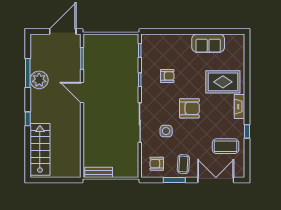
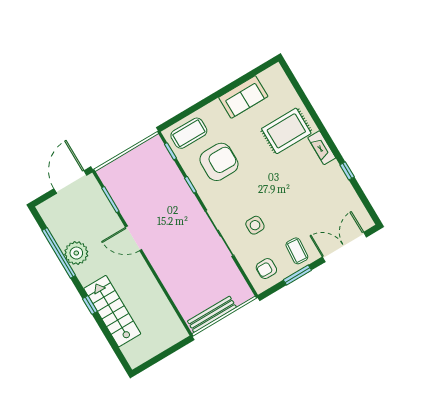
window: (28, 73) -> (59, 253), width x1.46
armchair: (167, 76) -> (219, 162), width x1.88, depth x1.88
armchair: (189, 108) -> (266, 184), removed
coffee table: (226, 146) -> (189, 133), moved
stairs: (40, 149) -> (112, 311), moved
bench: (99, 172) -> (212, 314), width x1.36

